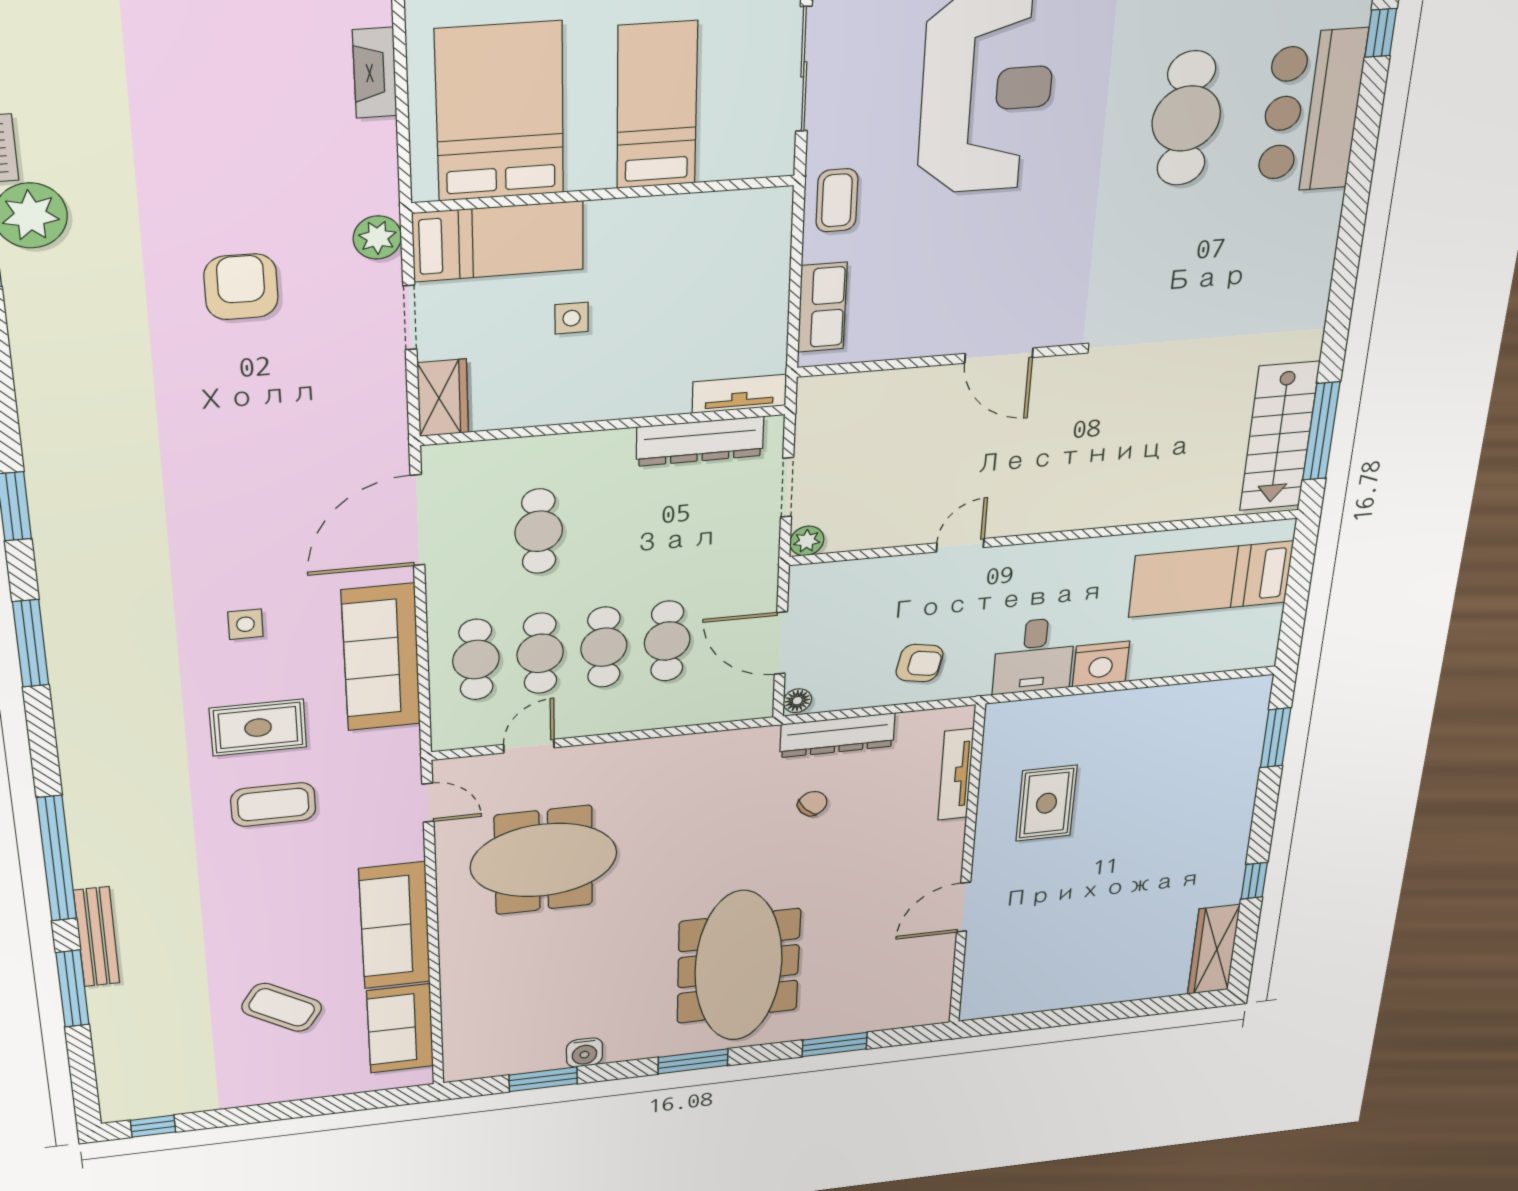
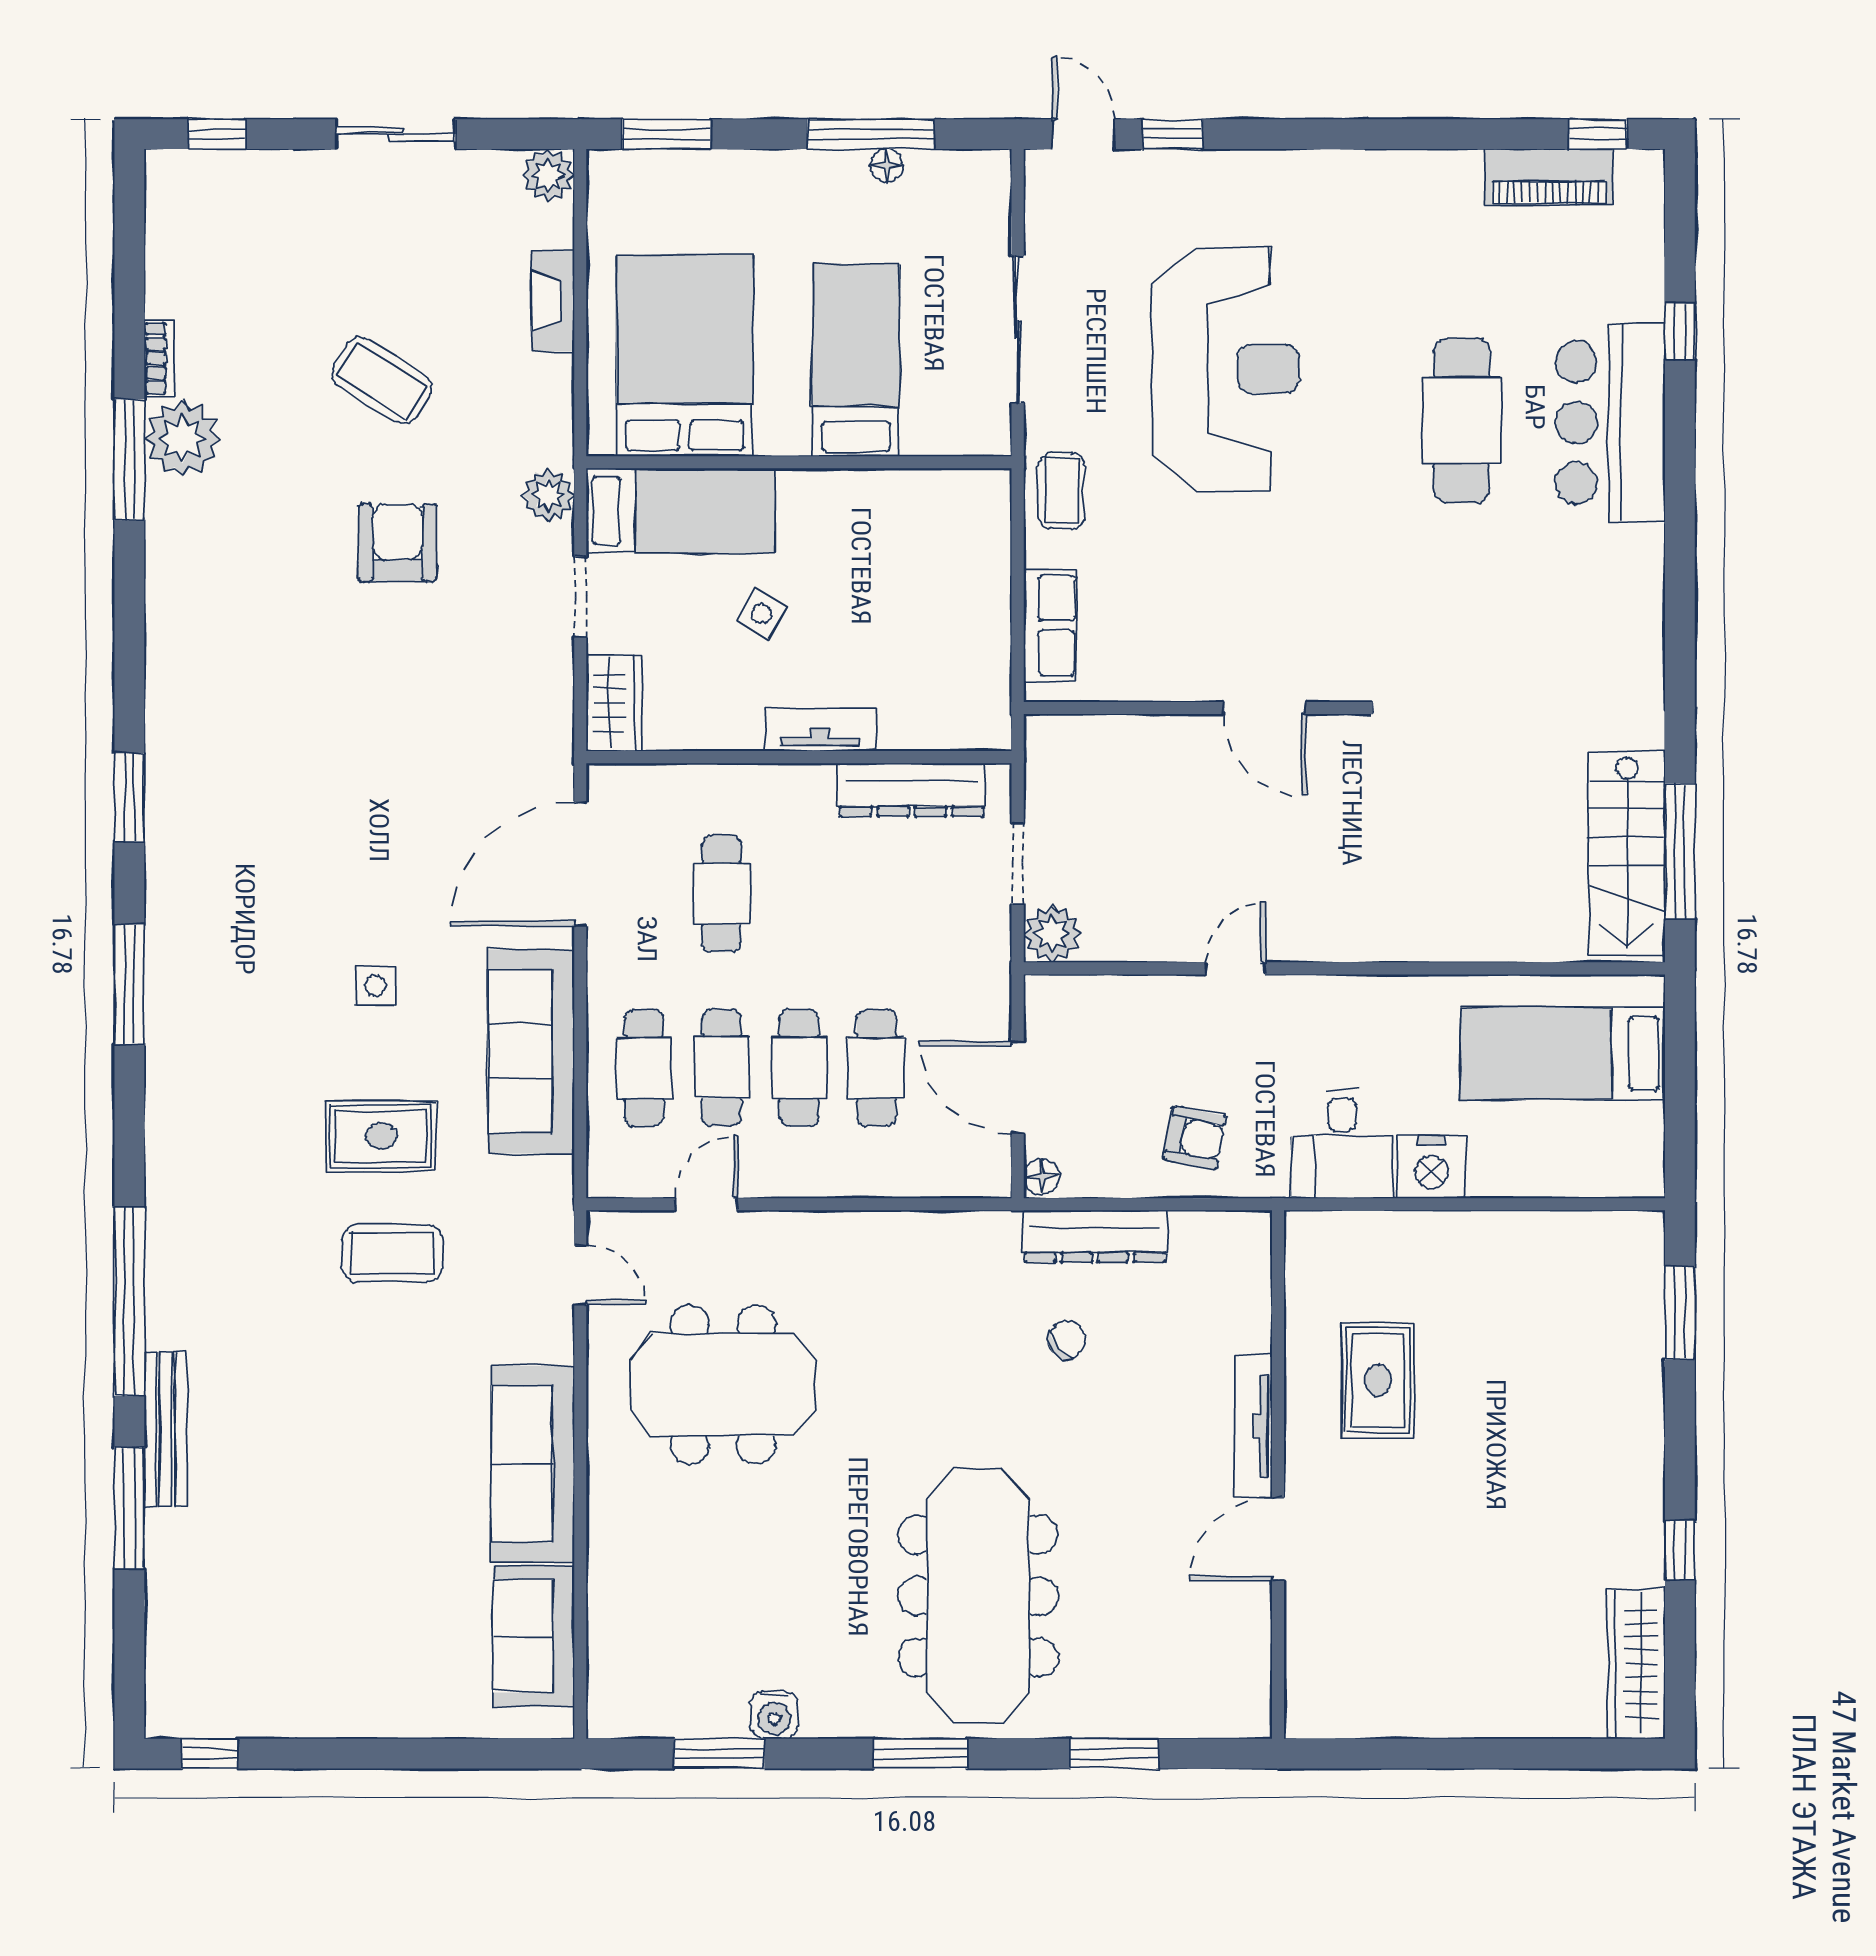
side table: (572, 318) -> (762, 614), turned 32
tv unit: (739, 394) -> (820, 730), moved
plant: (807, 541) -> (1052, 934), width x1.38, depth x1.38
tv unit: (956, 774) -> (1253, 1426), moved
coffee table: (282, 1007) -> (382, 380), moved

